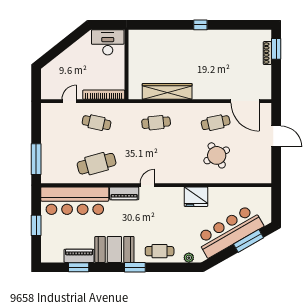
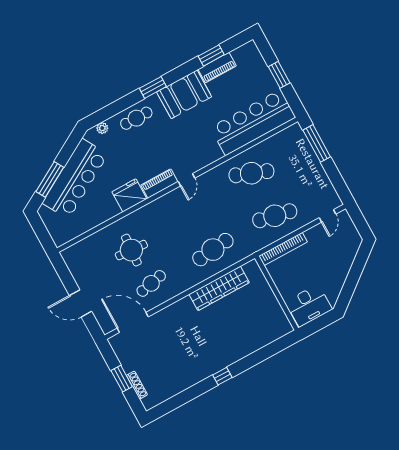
window: (276, 49) -> (122, 379), moved
door: (69, 101) -> (328, 216), moved
cafe table: (97, 123) -> (275, 216), width x1.37, depth x1.35
cafe table: (156, 123) -> (213, 250), width x1.37, depth x1.35
round table: (217, 155) -> (131, 250), turned 33
cafe table: (97, 164) -> (251, 173), turned 36
piano: (124, 193) -> (159, 184), moved

